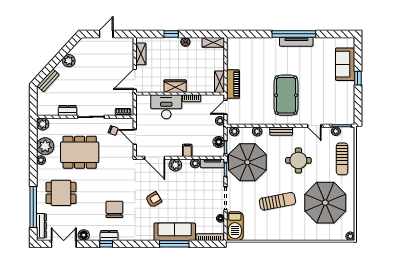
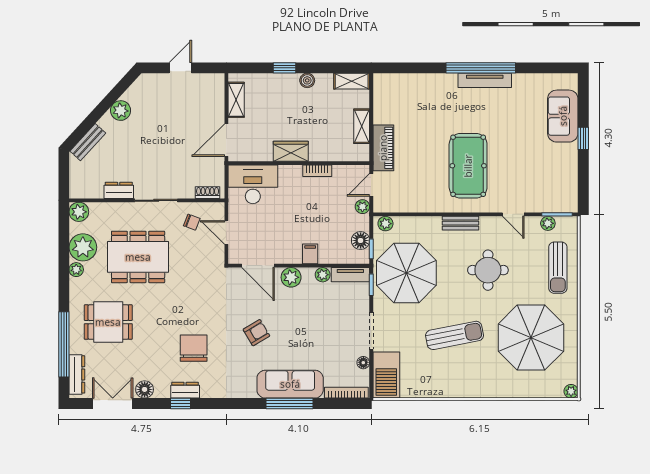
shelving: (219, 82) -> (362, 126), moved
desk: (166, 107) -> (253, 184), moved
plant: (257, 131) -> (422, 224), removed

